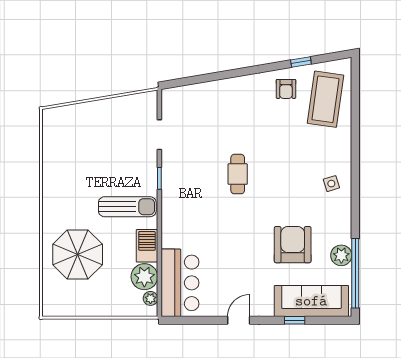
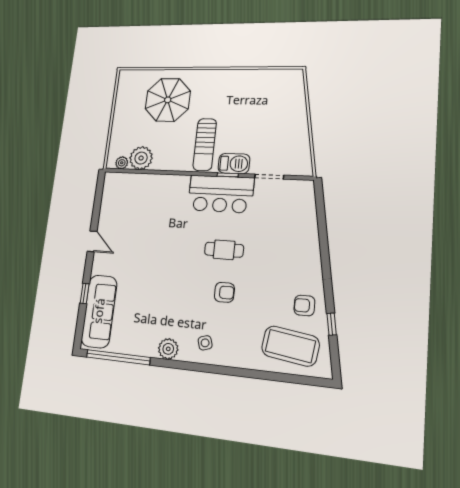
armchair: (293, 245) -> (224, 292), moved, width x0.53, depth x0.53
barbecue: (147, 246) -> (234, 164), moved
plant: (341, 255) -> (168, 349), moved
bar counter: (180, 283) -> (221, 194), moved

